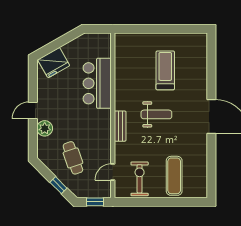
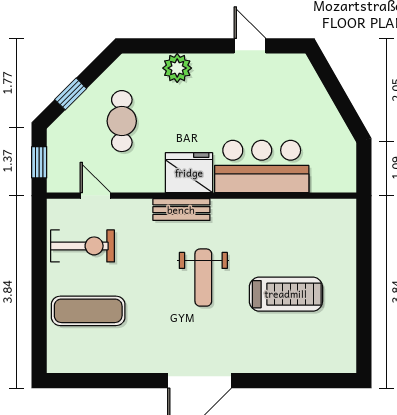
fridge: (54, 63) -> (189, 173), moved, turned 120
door: (33, 110) -> (250, 46), moved
cafe table: (73, 158) -> (122, 121), turned -71

